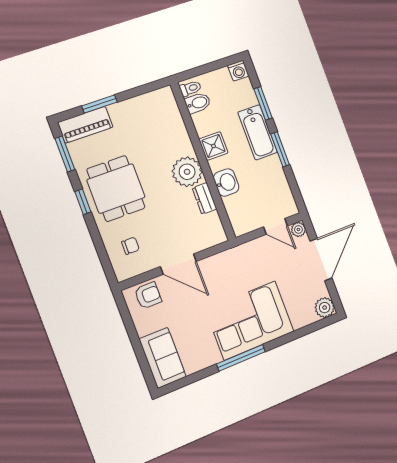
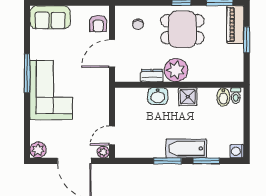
toilet: (191, 88) -> (236, 96), moved
bidet: (198, 103) -> (223, 97), moved
shower: (213, 146) -> (188, 97), moved
wall: (203, 161) -> (179, 85), moved
plant: (187, 172) -> (176, 70), moved
washbasin: (226, 182) -> (158, 96), moved
dresser: (204, 198) -> (152, 76), moved

